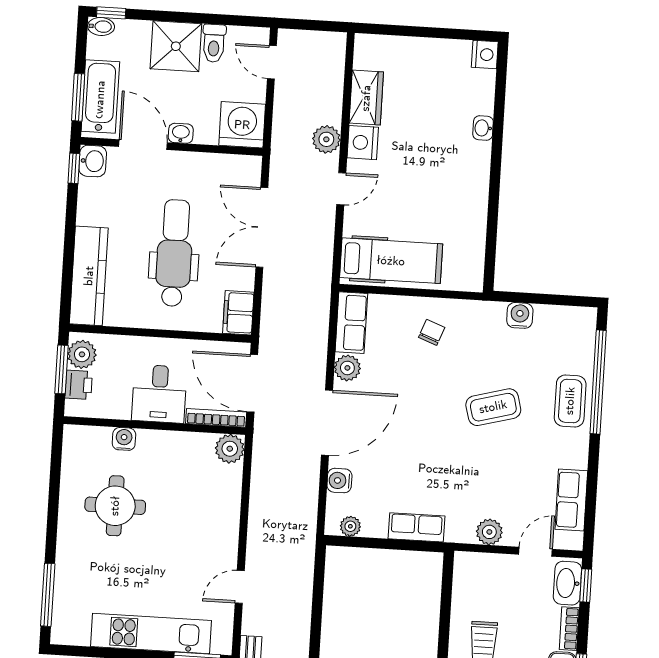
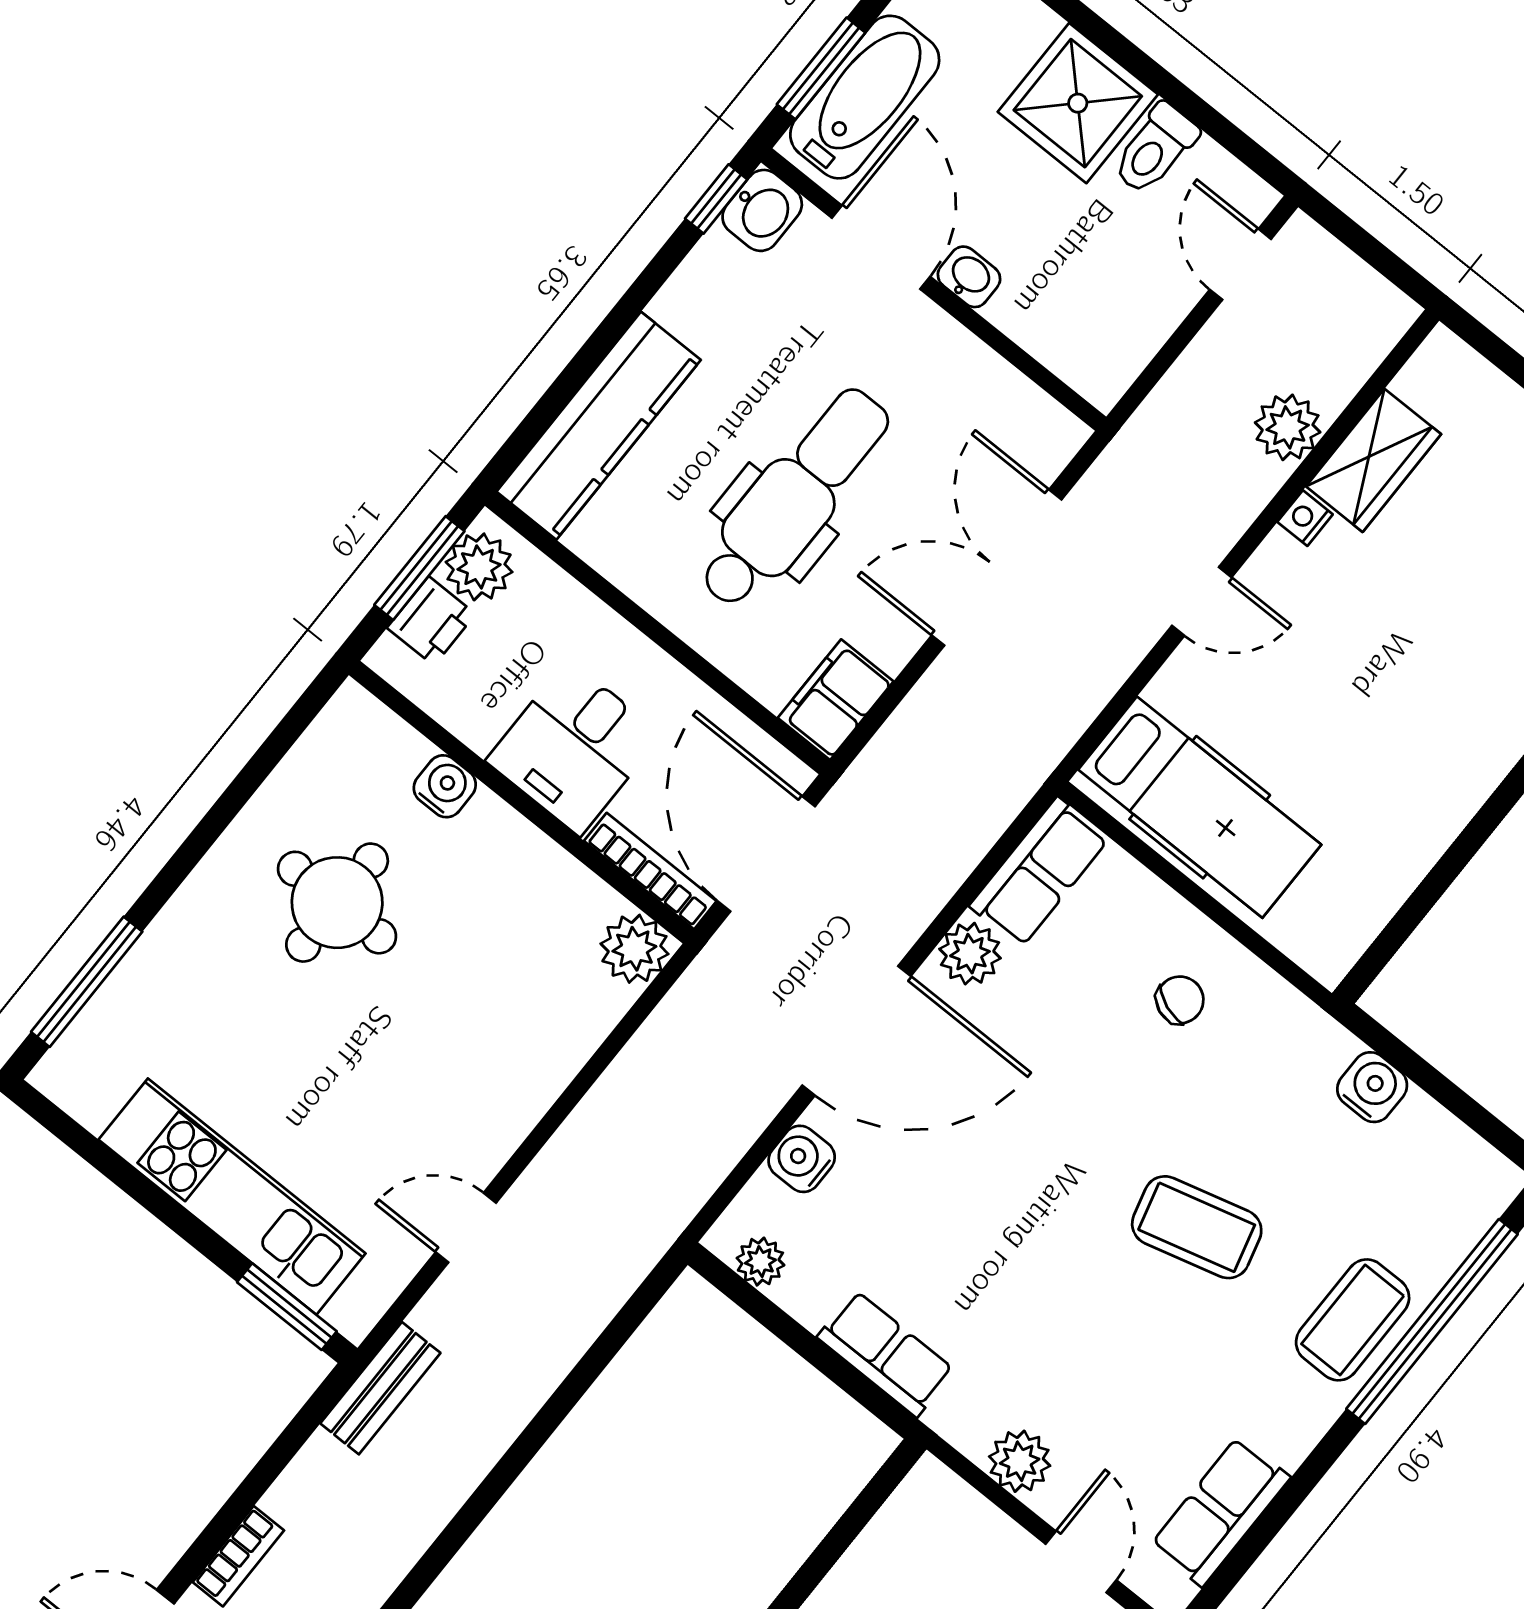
washing machine: (242, 125) -> (1098, 344), removed
plant: (326, 139) -> (1288, 427), moved
nightstand: (363, 143) -> (1305, 518), width x0.53, depth x0.56
door: (535, 552) -> (1081, 1562), hinge flipped

